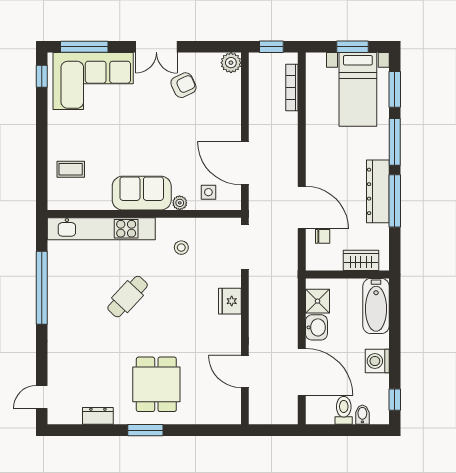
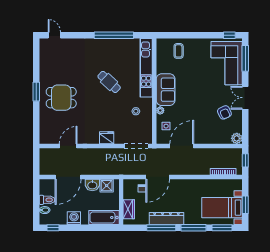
dresser: (98, 416) -> (44, 66), removed

